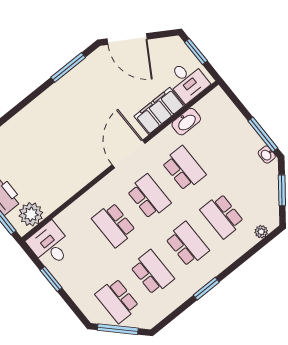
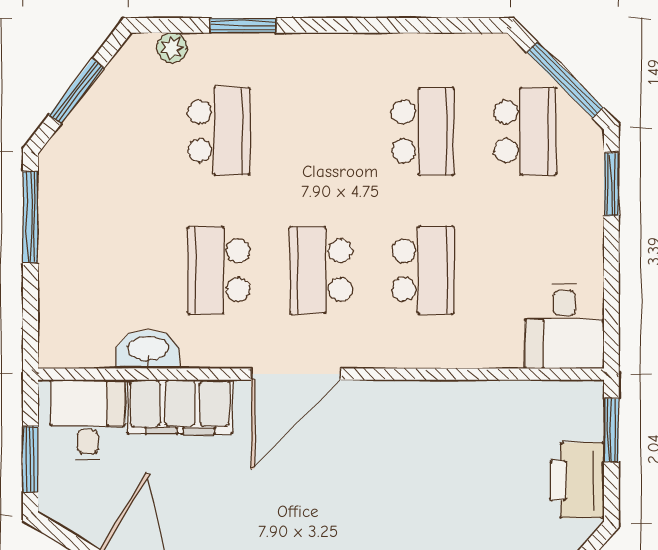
washbasin: (267, 155) -> (52, 176), removed
plant: (31, 214) -> (554, 407), removed
school desk: (187, 244) -> (321, 131), removed
school desk: (152, 272) -> (423, 131), turned 180
window: (51, 279) -> (611, 184), moved
window: (206, 289) -> (243, 25), moved

